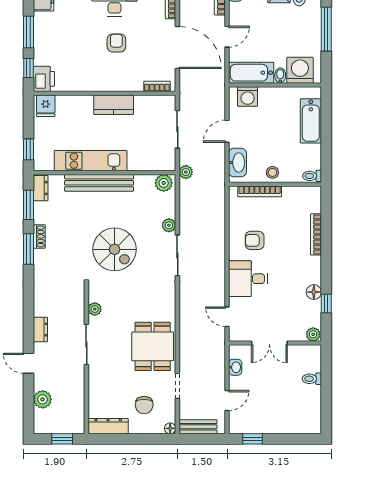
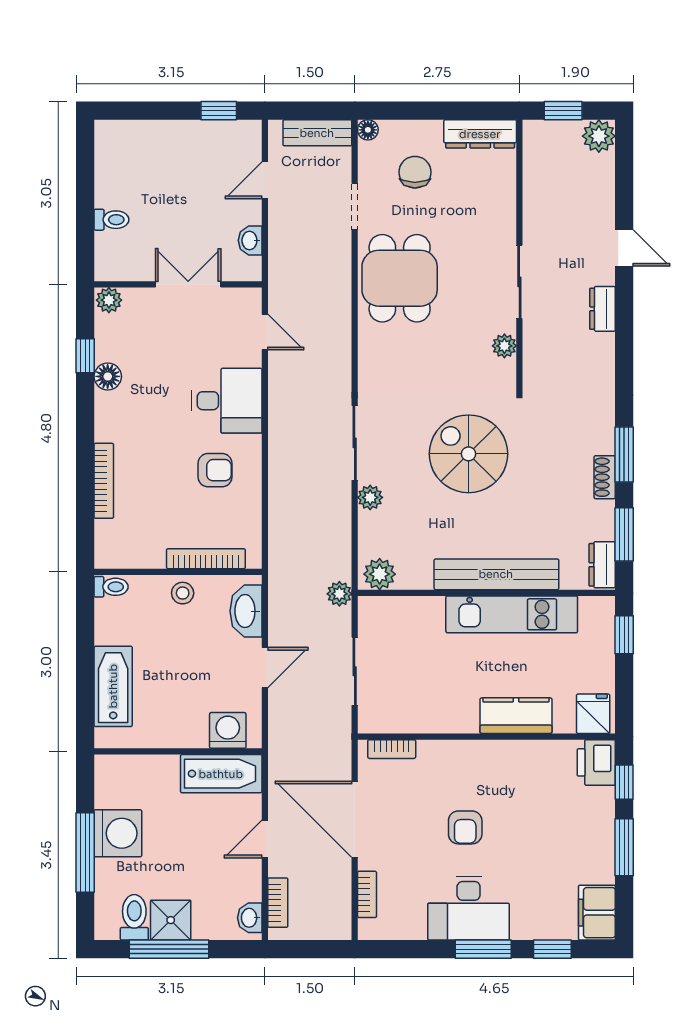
washing machine: (300, 70) -> (118, 833), moved, turned -90
bidet: (280, 75) -> (169, 769), removed
kitchen counter: (114, 105) -> (516, 716), moved
plant: (43, 399) -> (599, 136), moved

